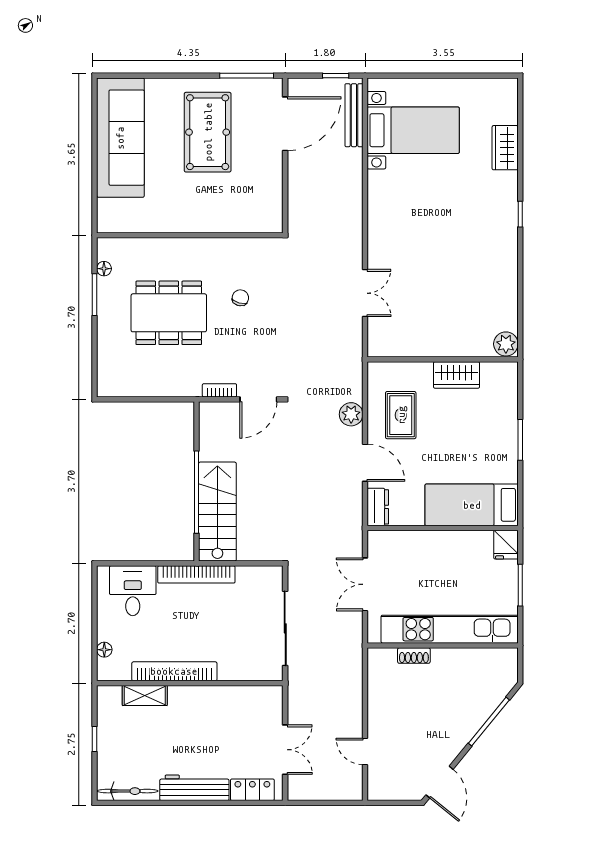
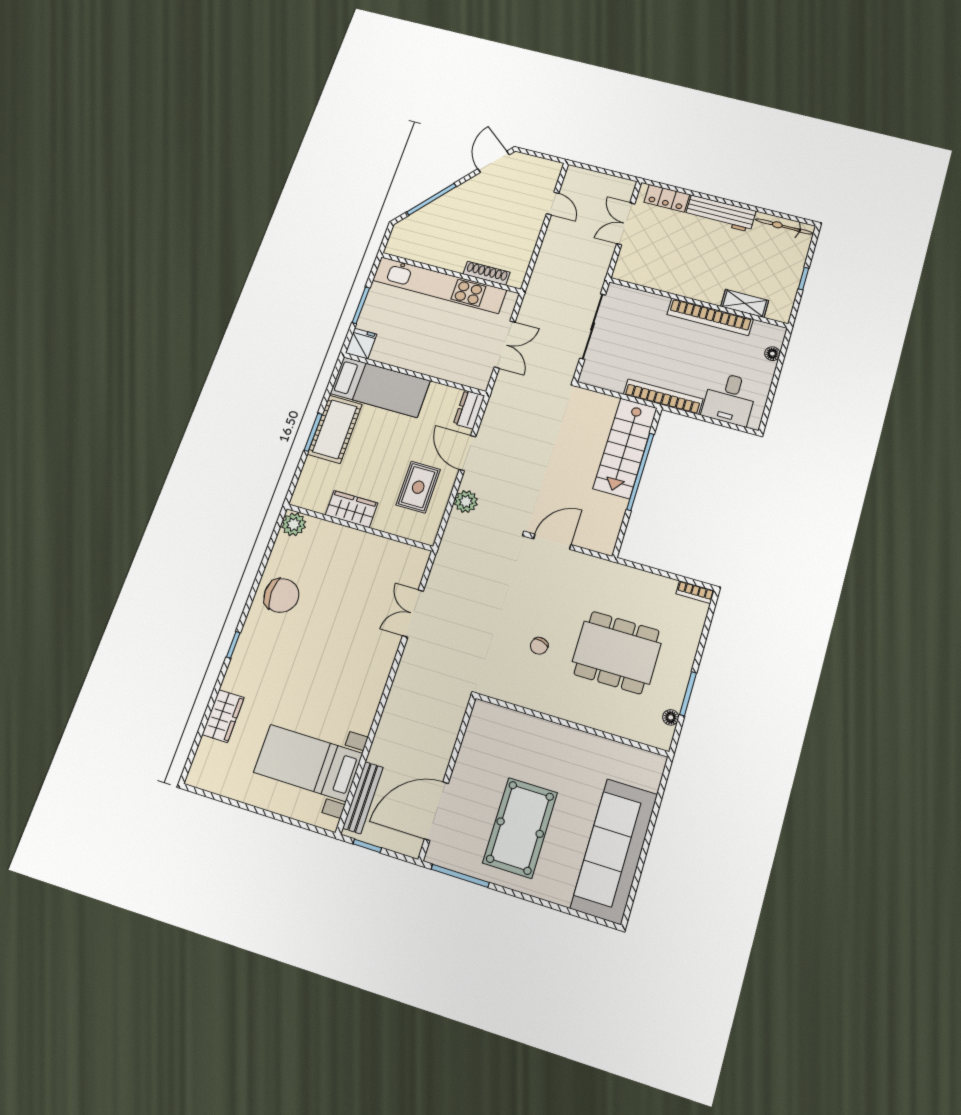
chair: (493, 273) -> (281, 595), added
bookcase: (219, 390) -> (695, 592), moved
cot: (500, 449) -> (335, 429), added
shoe rack: (414, 656) -> (487, 273), width x1.43

